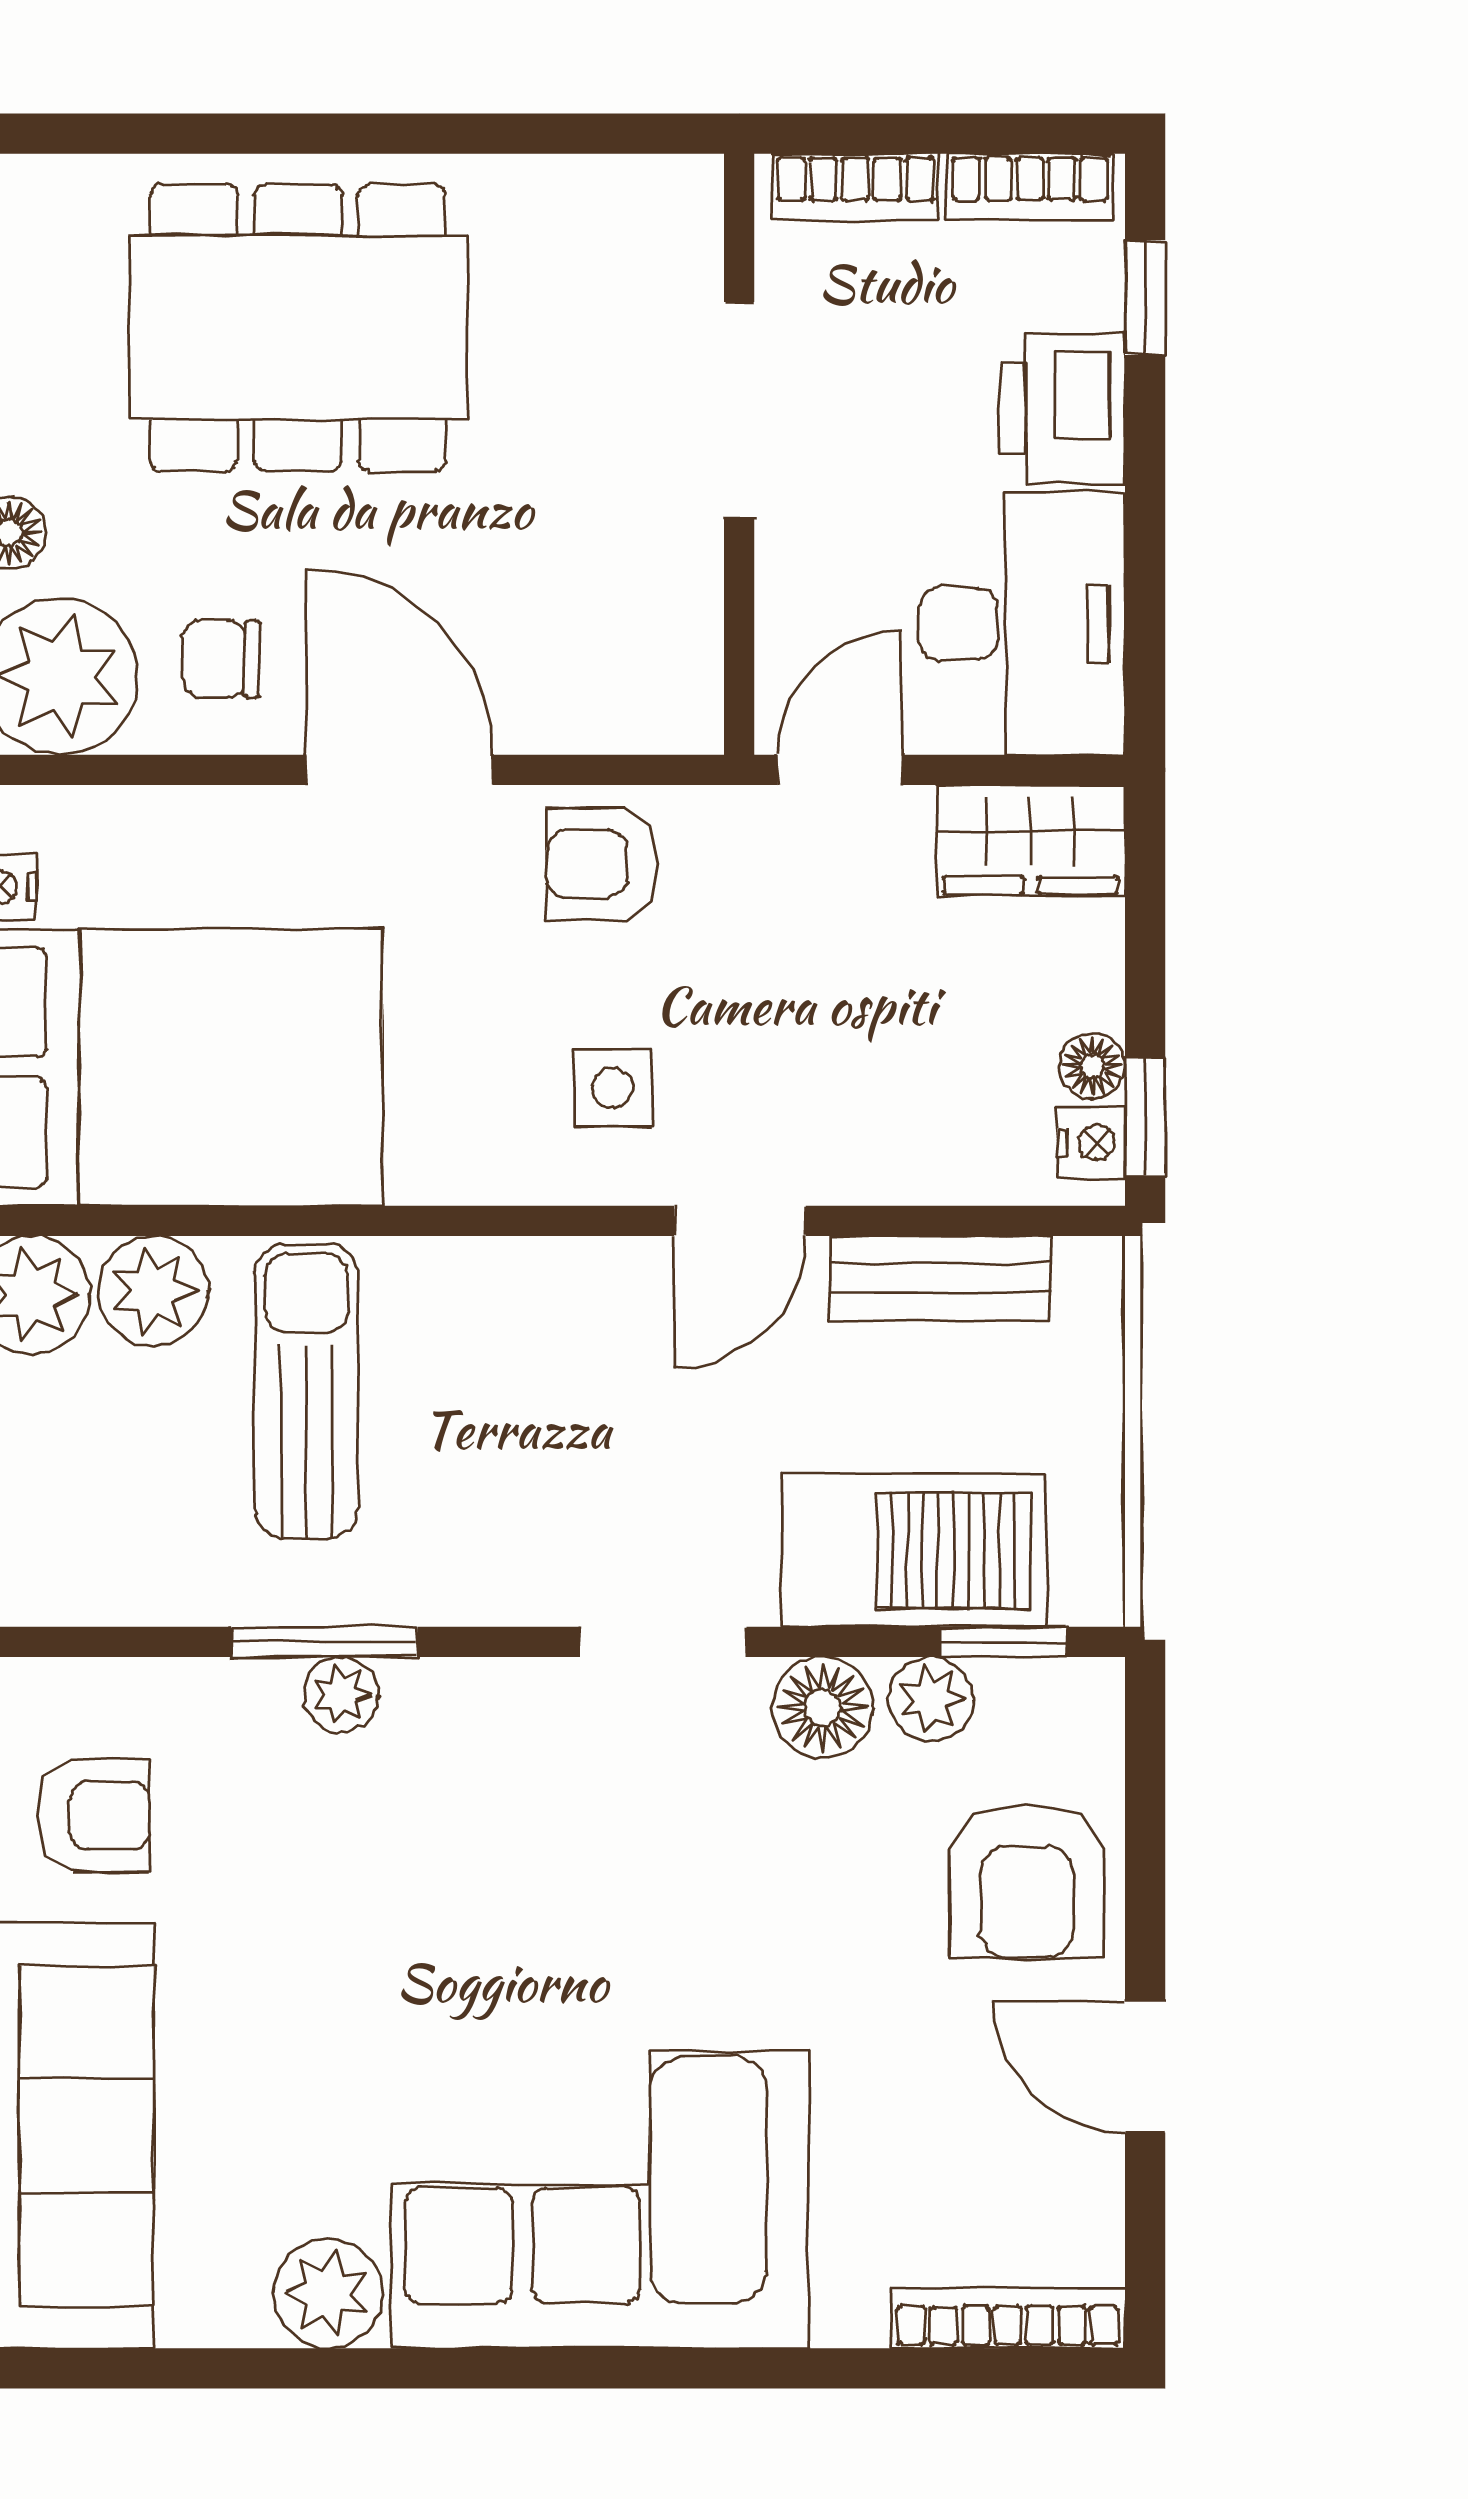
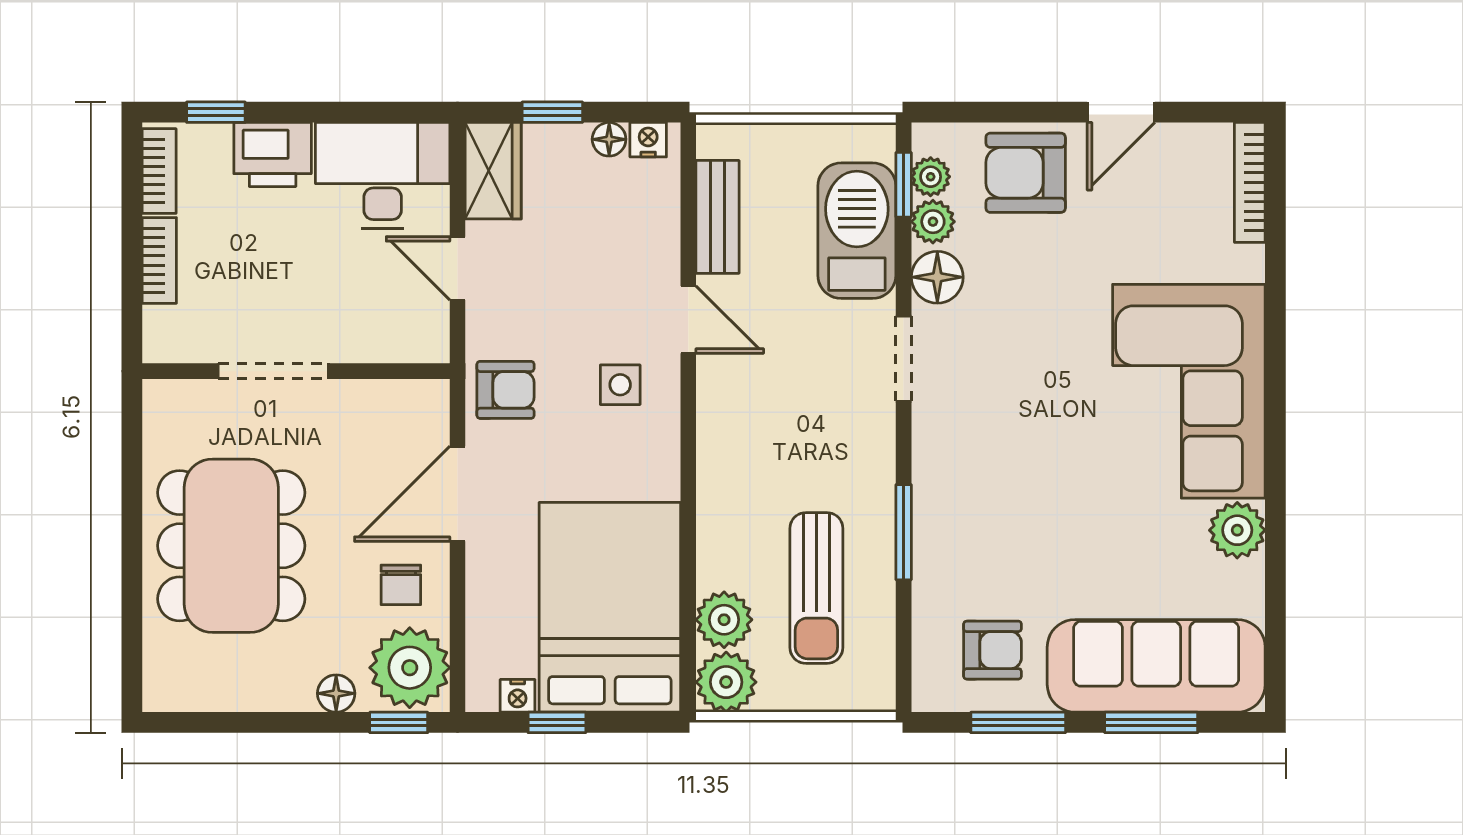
doorway: (739, 410) -> (273, 371), moved
wall: (739, 454) -> (296, 371), moved
armchair: (602, 864) -> (505, 390), turned -90
window: (1145, 1117) -> (552, 112), moved
sun lounger: (306, 1391) -> (816, 588), moved, turned -90
plant: (341, 1694) -> (931, 177), moved
armchair: (94, 1815) -> (993, 650), turned 90
armchair: (1027, 1880) -> (1026, 173), turned 180

